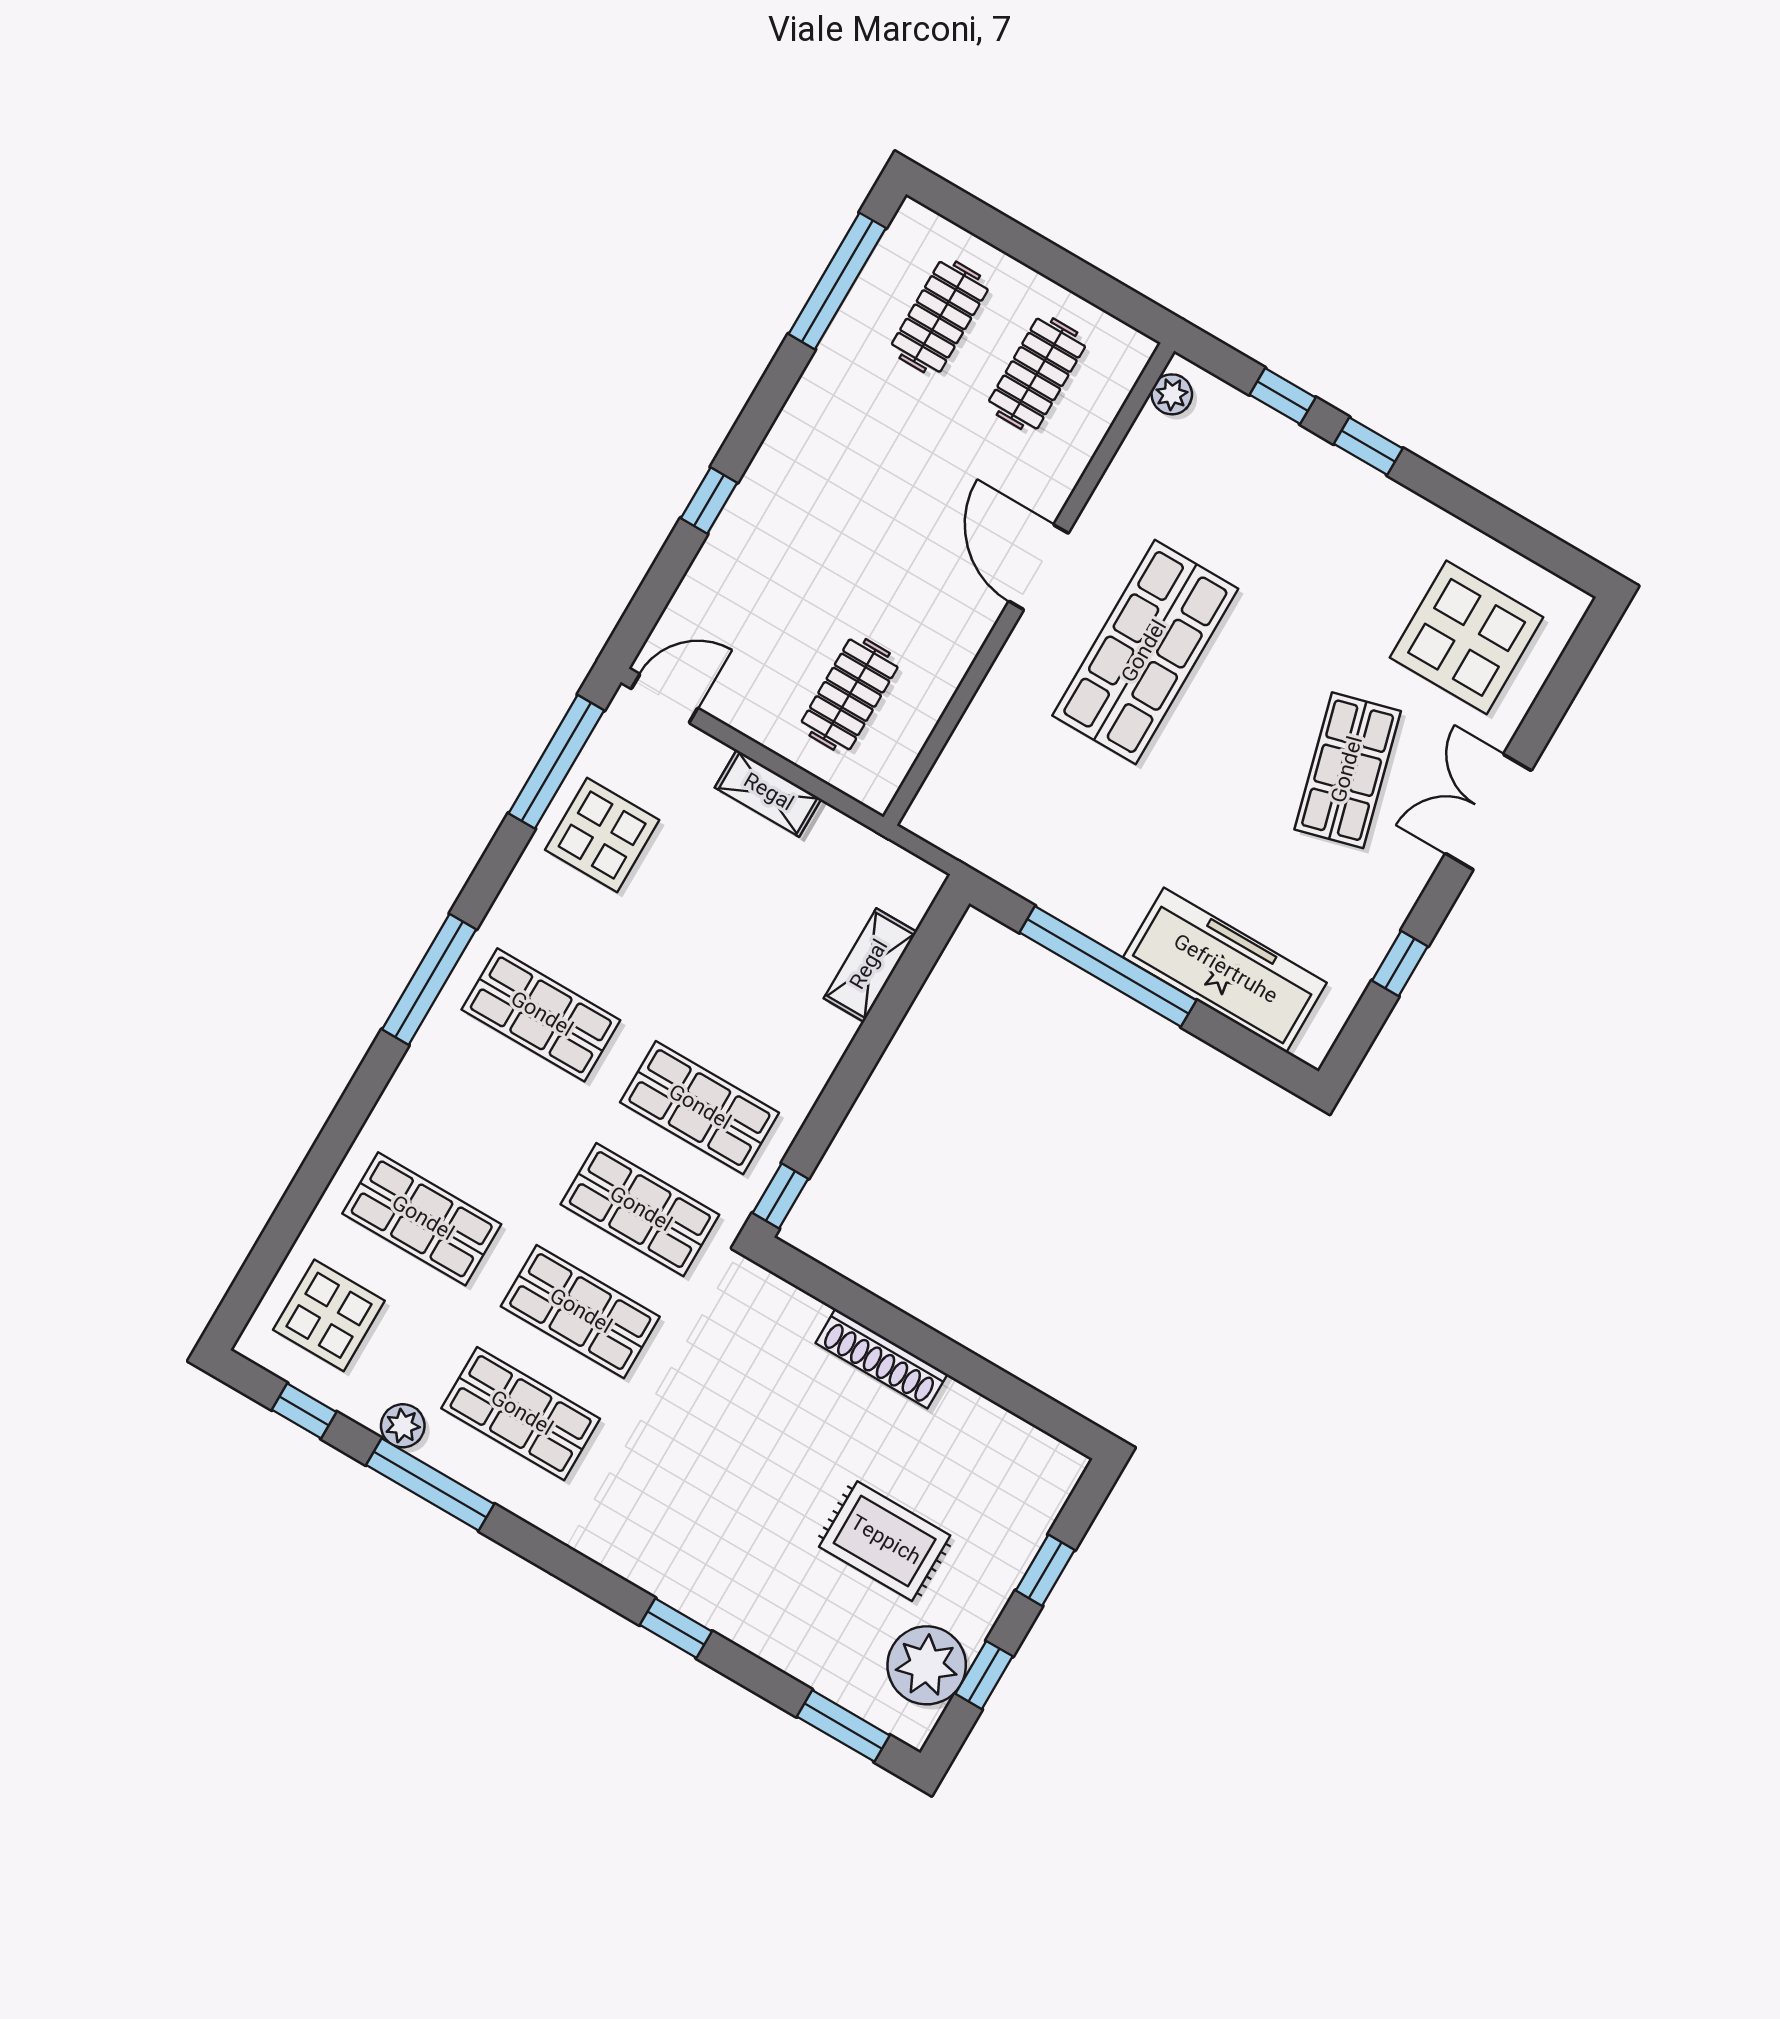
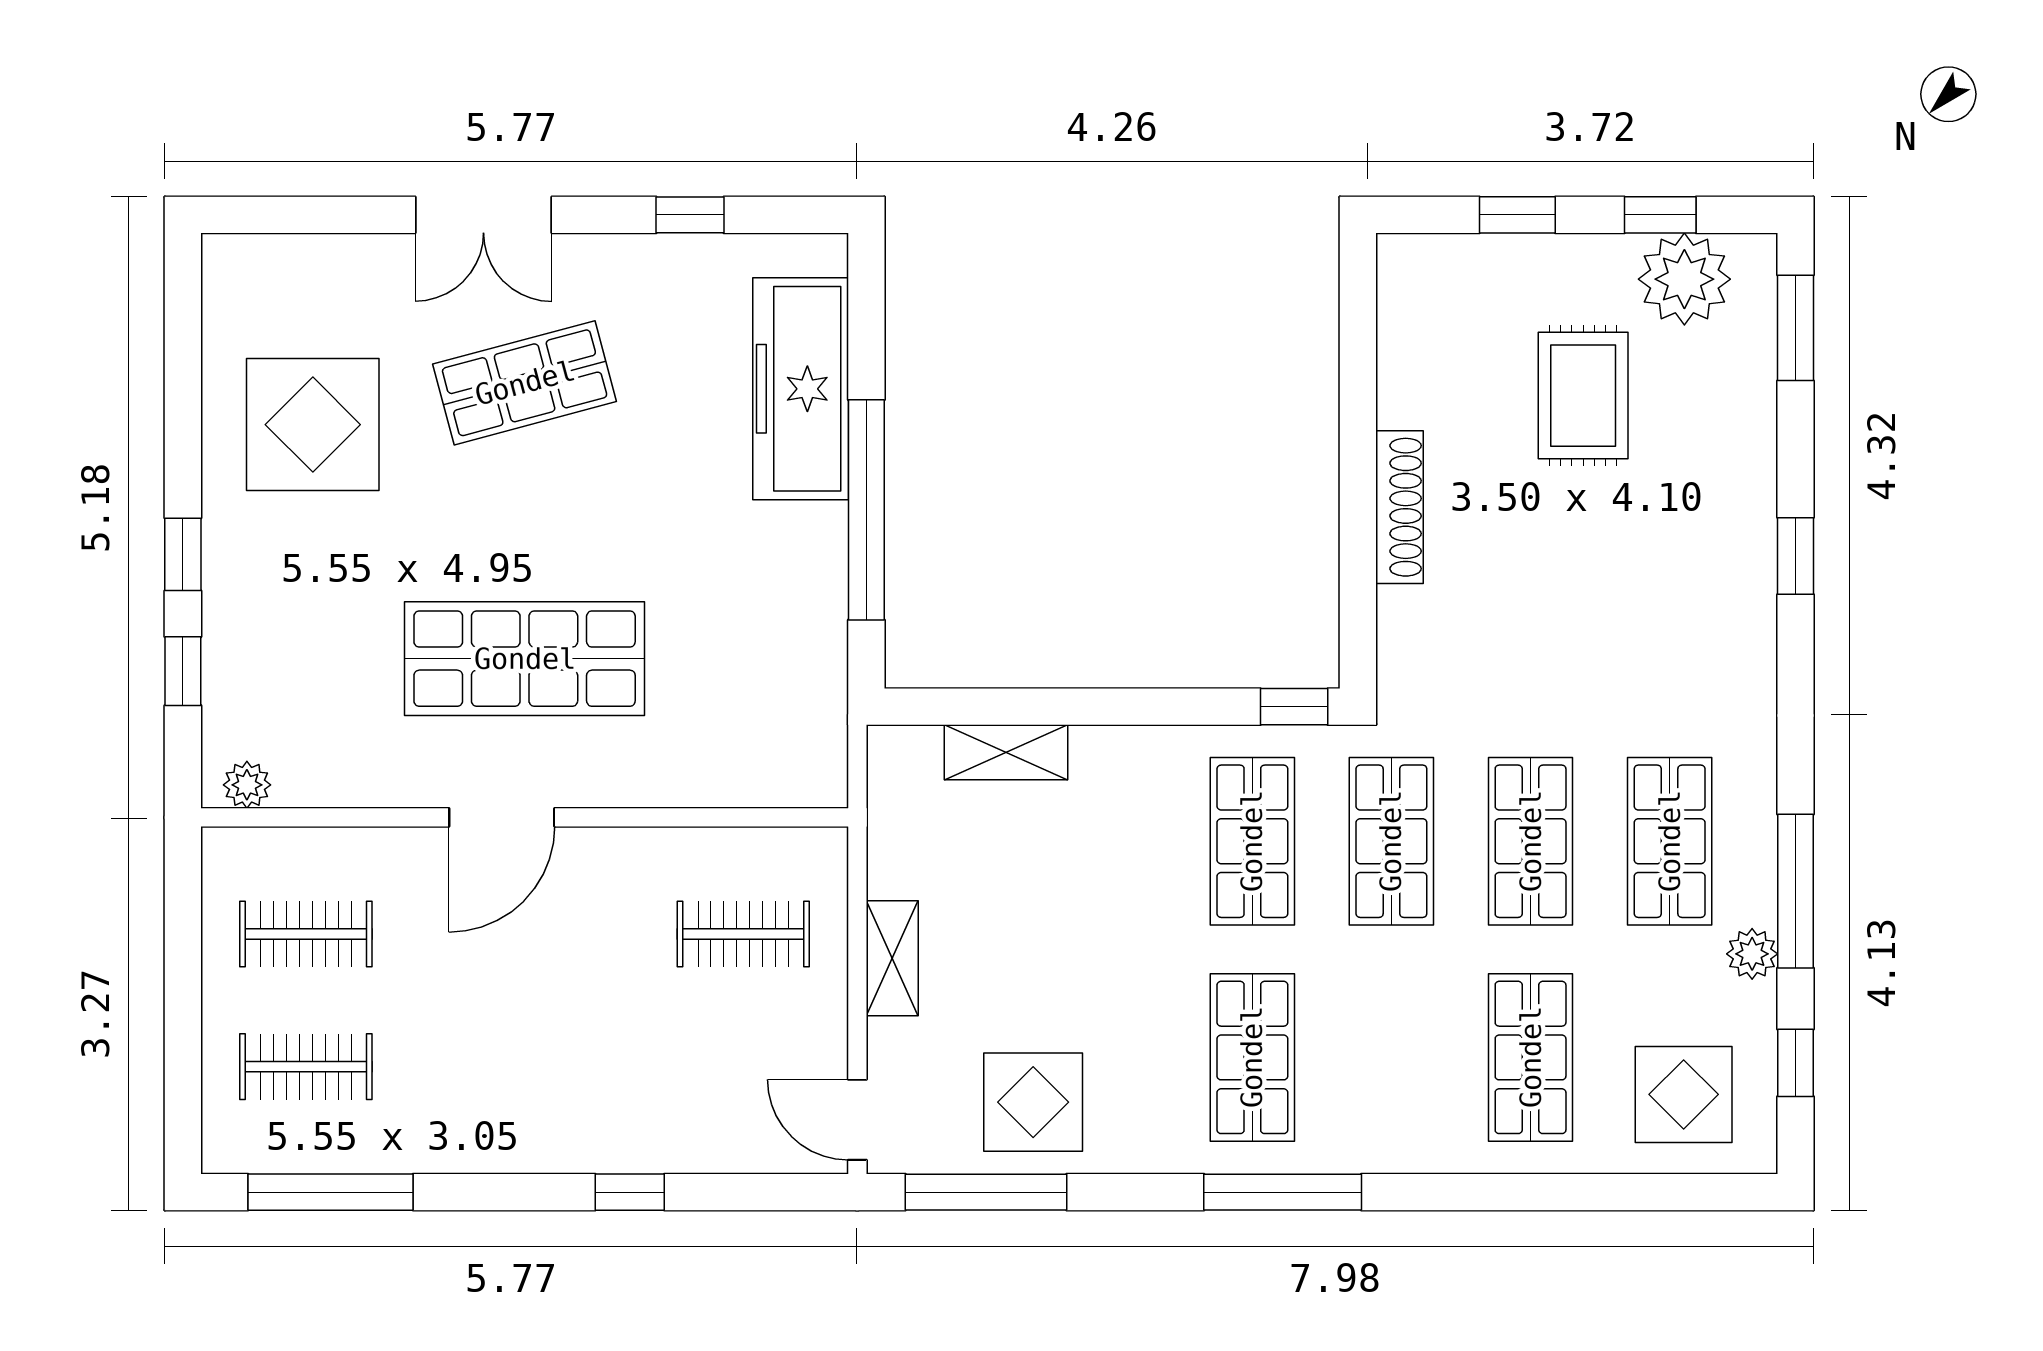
display table: (1467, 637) -> (313, 425), moved

